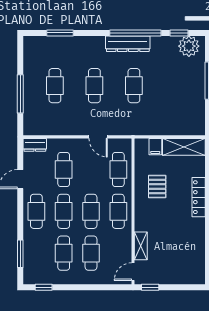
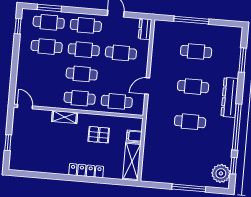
dresser: (128, 44) -> (230, 97), moved
shelving: (141, 246) -> (65, 117), moved
cafe table: (91, 253) -> (49, 22), moved
window: (150, 287) -> (8, 143), moved

